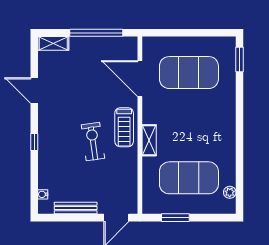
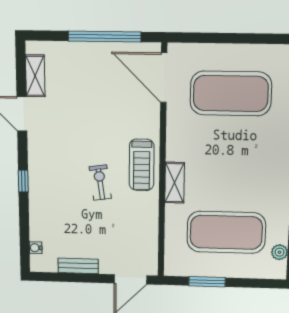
shelving: (53, 43) -> (35, 76), moved, turned 90
door: (140, 79) -> (164, 78), moved
exercise bike: (93, 142) -> (100, 183), width x0.73, depth x0.72
bench: (76, 208) -> (78, 266), width x0.73

